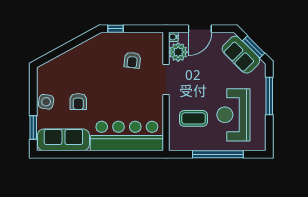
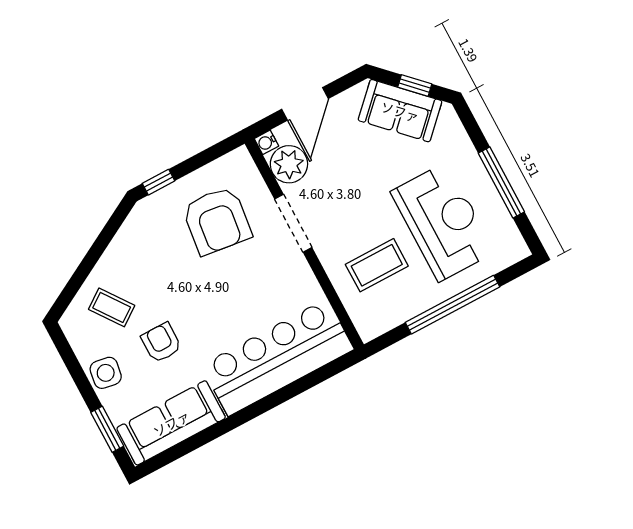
window: (254, 47) -> (415, 86), width x0.67
armchair: (132, 60) -> (217, 221), width x1.88, depth x1.88
coffee table: (64, 74) -> (112, 307), added
window: (269, 96) -> (501, 182), moved
armchair: (78, 102) -> (161, 343), turned 180
reception desk: (233, 115) -> (443, 222), turned 180

